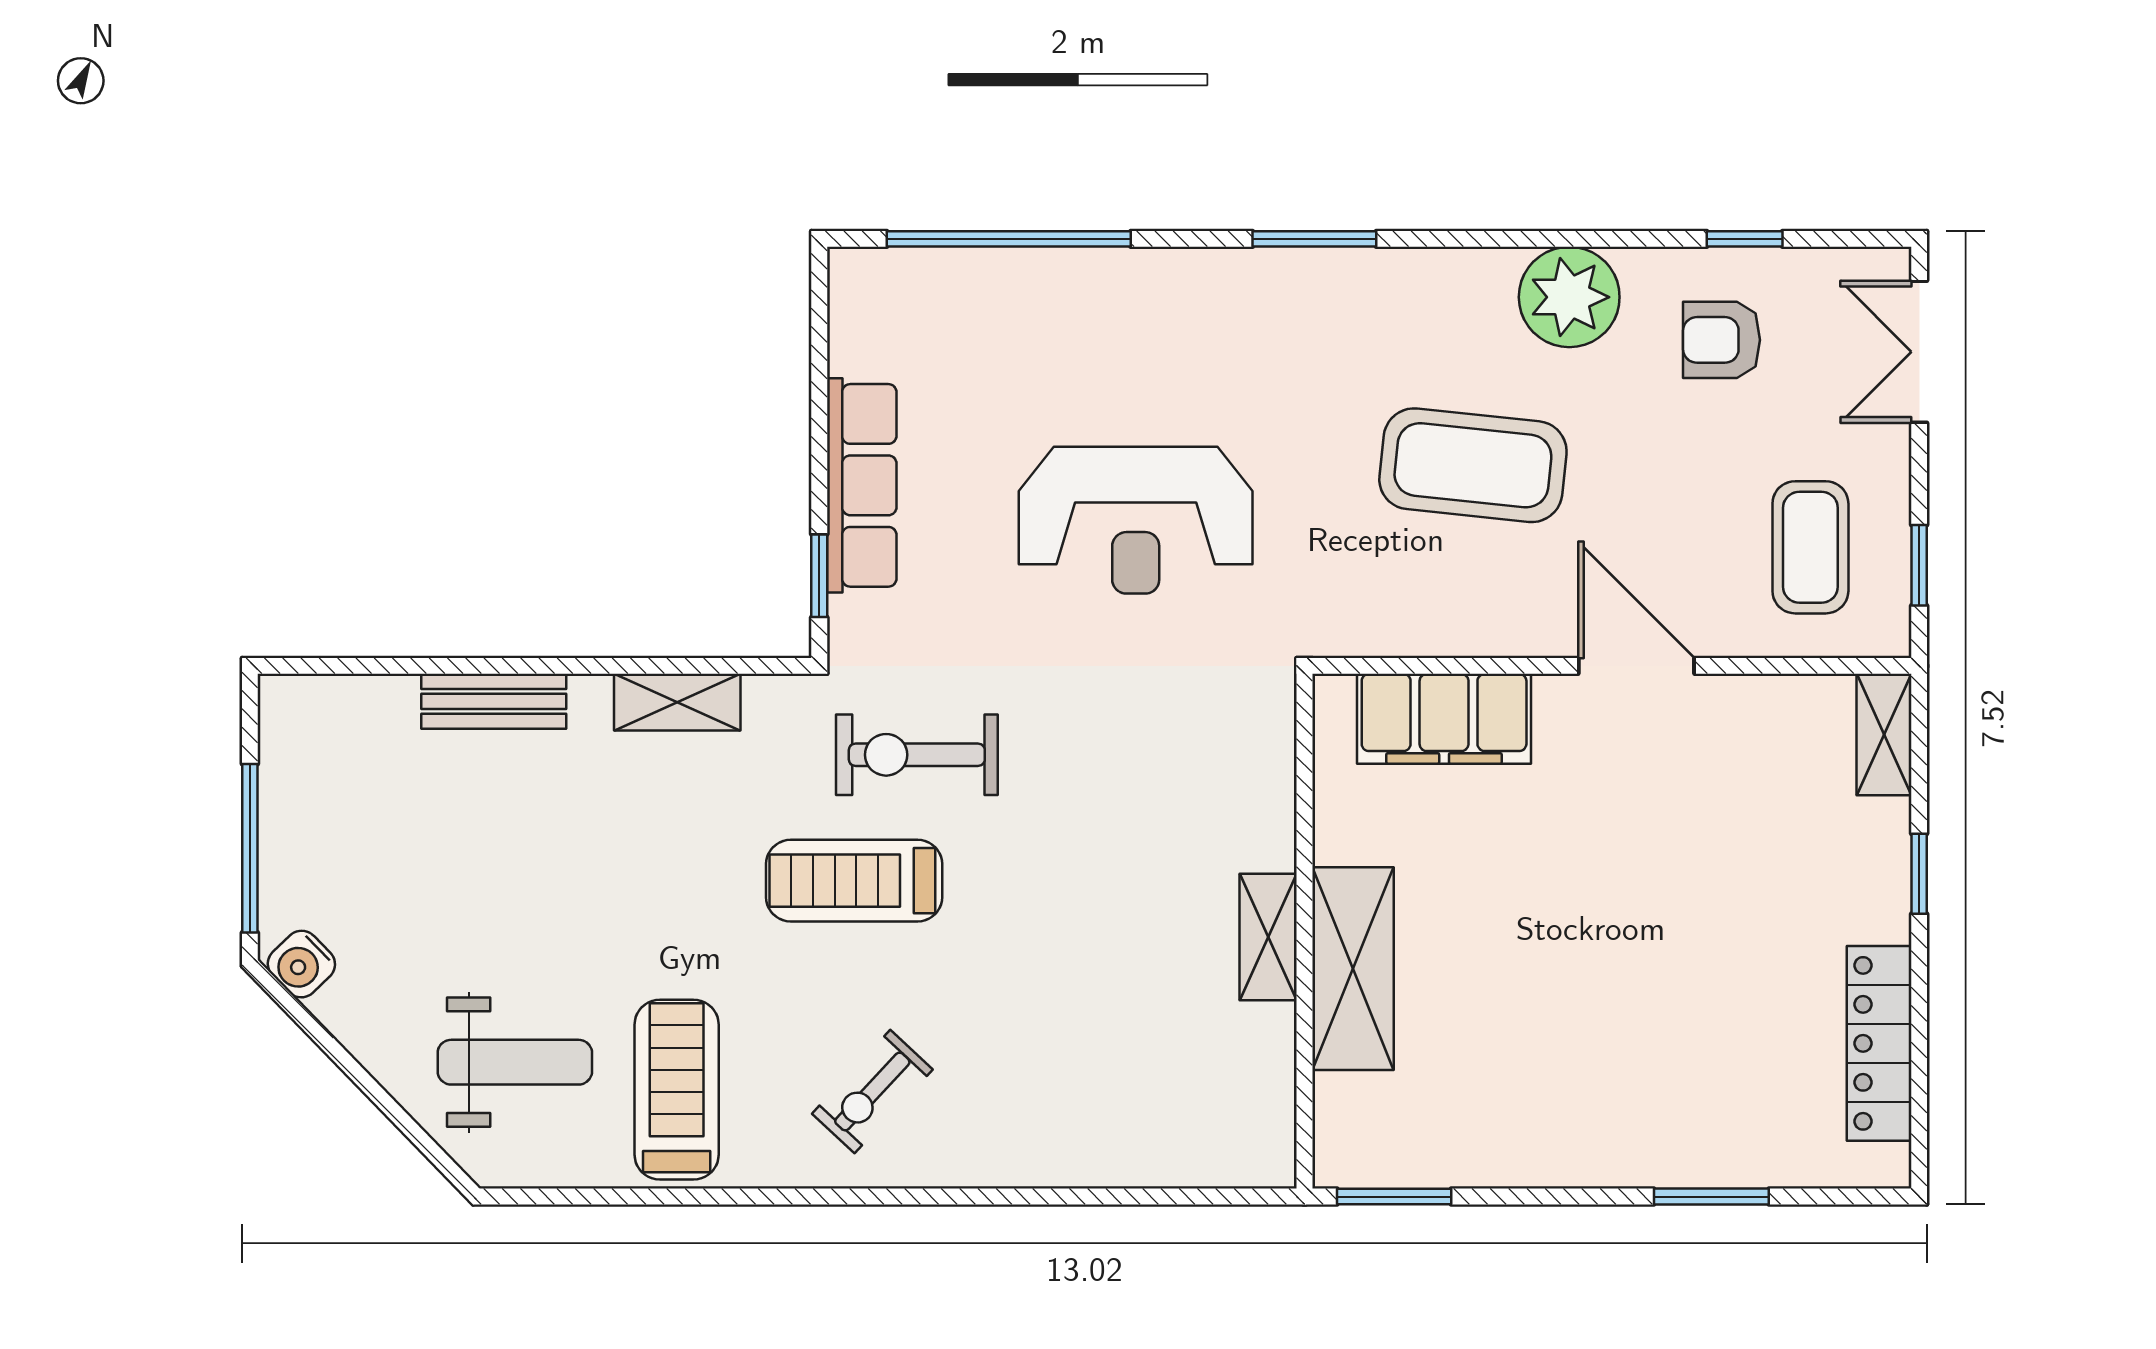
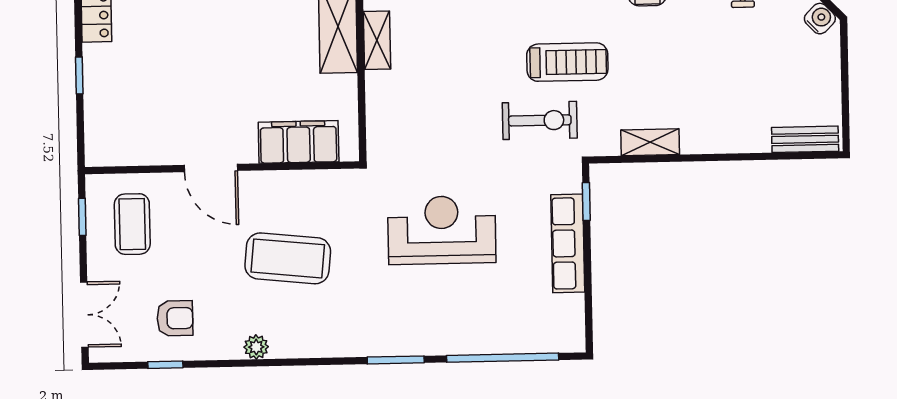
window: (1314, 239) -> (396, 360), moved
plant: (1569, 297) -> (256, 347), width x0.53, depth x0.53
bench: (494, 701) -> (805, 139), moved
shelving: (1884, 735) -> (97, 139), removed
window: (250, 848) -> (845, 71), removed

